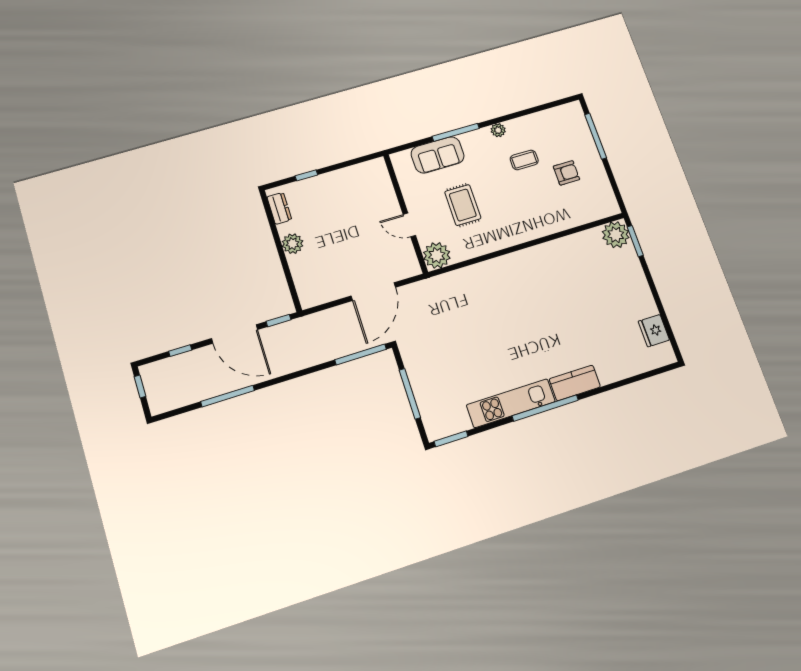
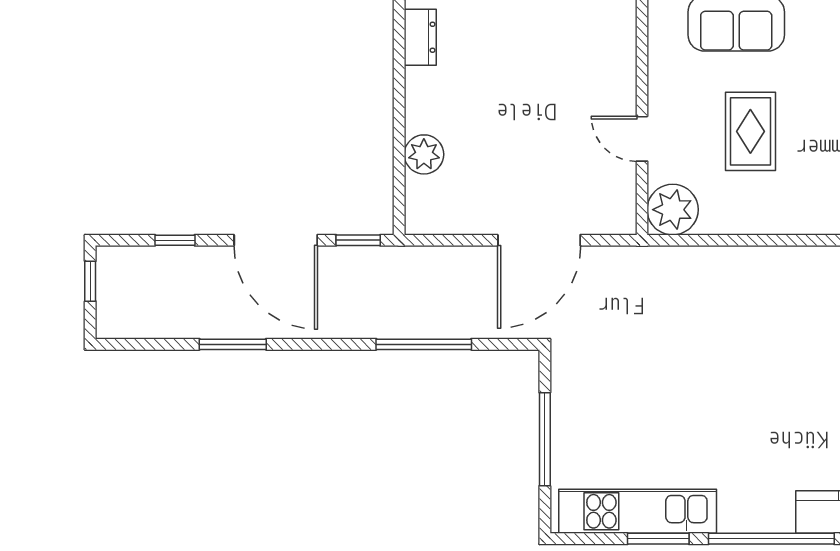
plant: (293, 244) -> (424, 154), moved
window: (361, 354) -> (424, 344), moved
window: (228, 396) -> (233, 344), width x0.69
kitchen unit: (511, 403) -> (638, 511), moved
window: (451, 439) -> (658, 539), moved

